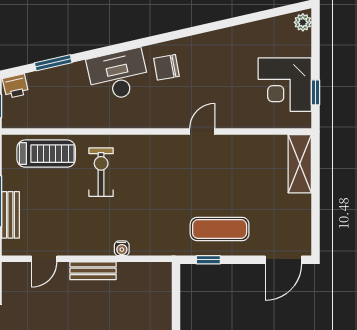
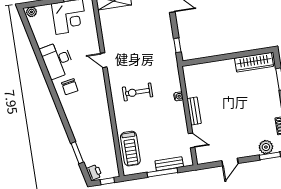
desk: (118, 75) -> (57, 60), moved
treadmill: (46, 154) -> (130, 149), turned 180
exercise bike: (101, 172) -> (138, 92), moved
exercise mat: (220, 229) -> (159, 42), removed

